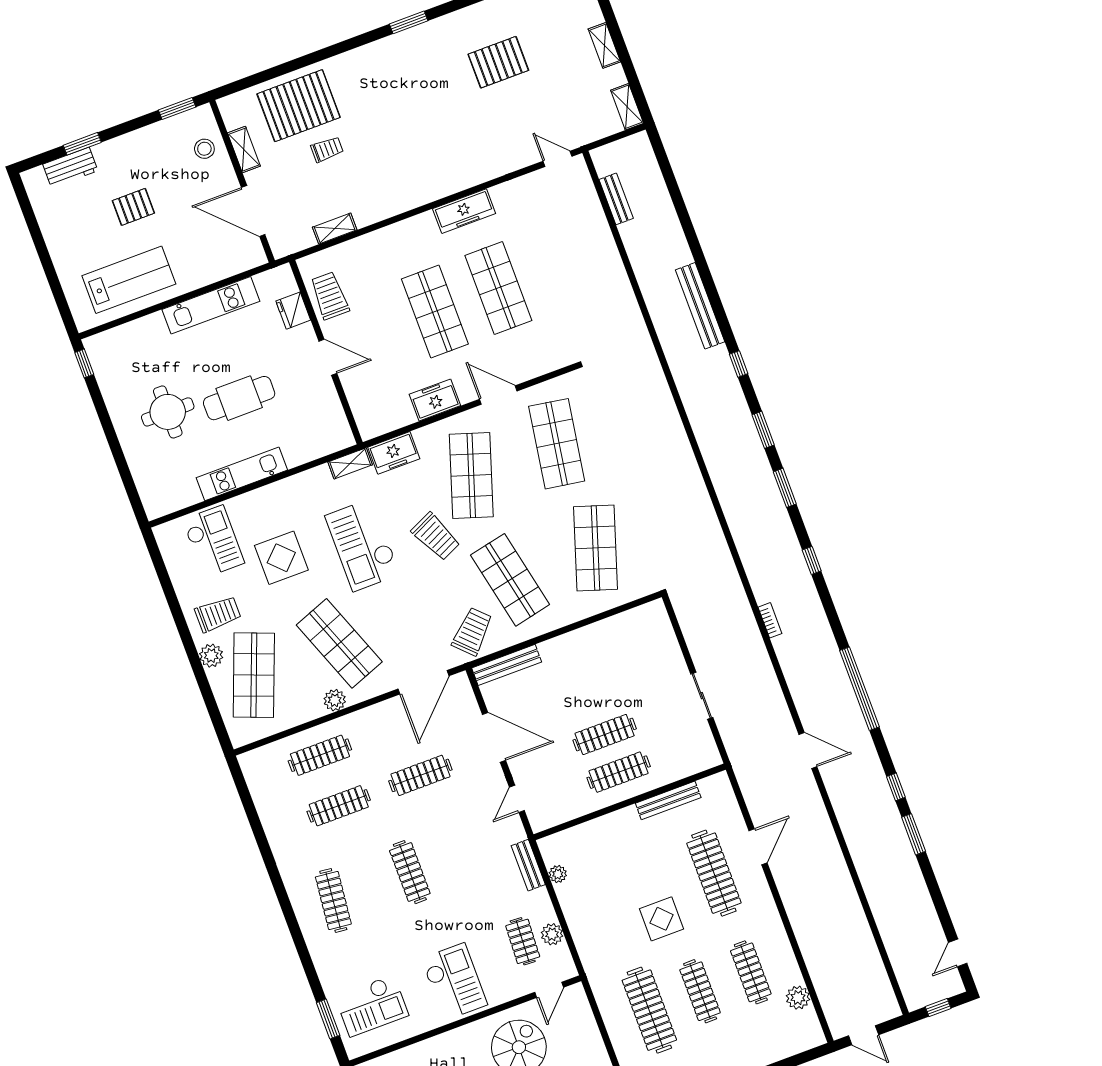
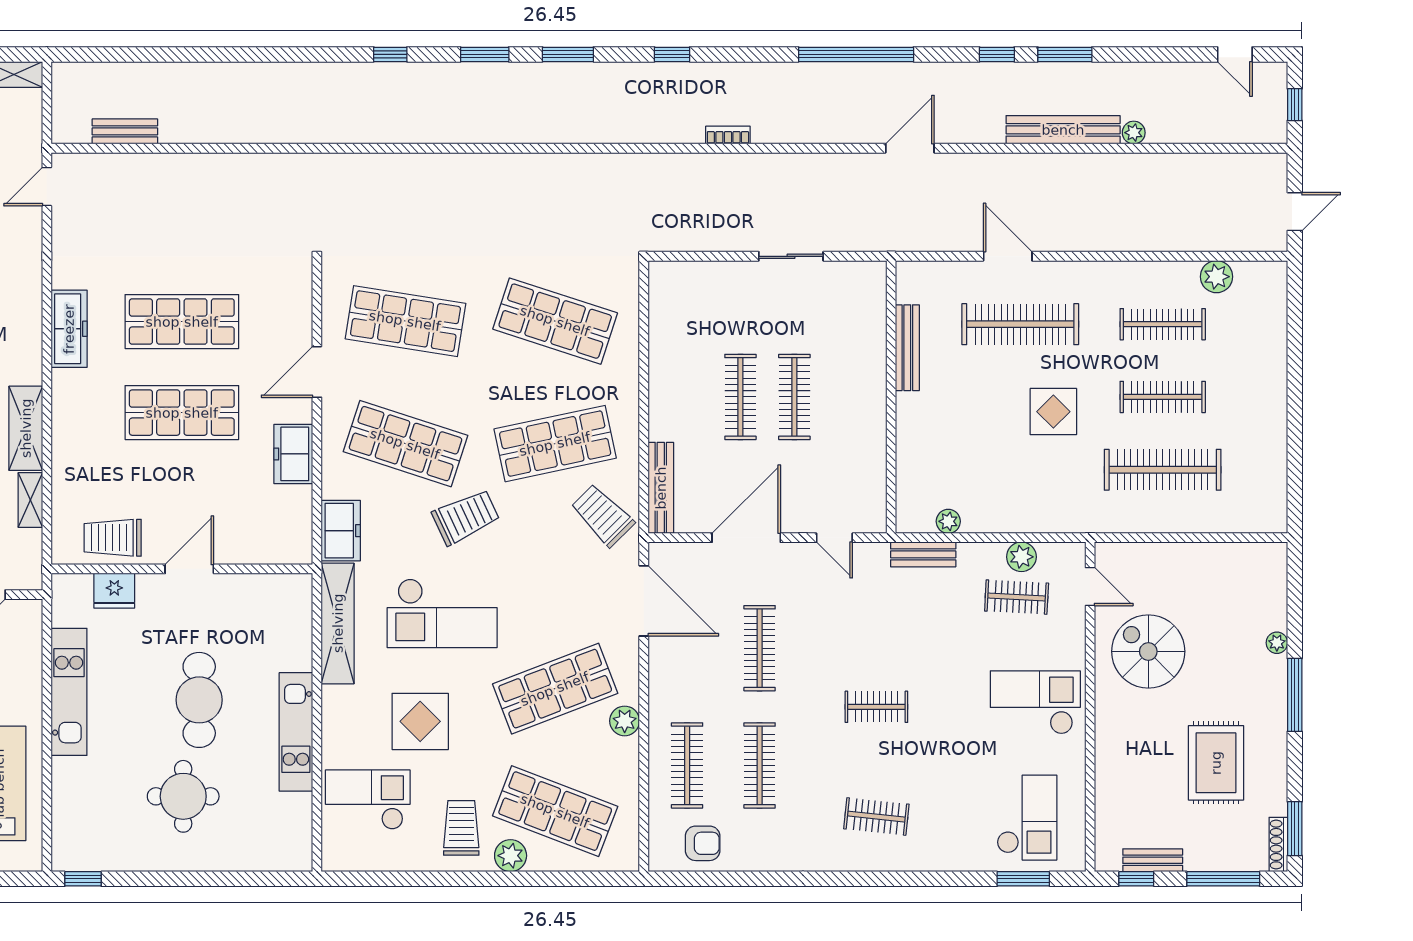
shelving: (383, 207) -> (26, 428), added
bench: (700, 306) -> (1063, 130), moved
shelving: (350, 463) -> (338, 623), width x2.20, depth x1.33
clothes rail: (619, 772) -> (740, 397), moved
armchair: (270, 786) -> (703, 843), added
clothes rail: (410, 872) -> (876, 707), width x0.73
clothes rail: (333, 900) -> (876, 817), width x0.73
plant: (877, 903) -> (1134, 133), added

